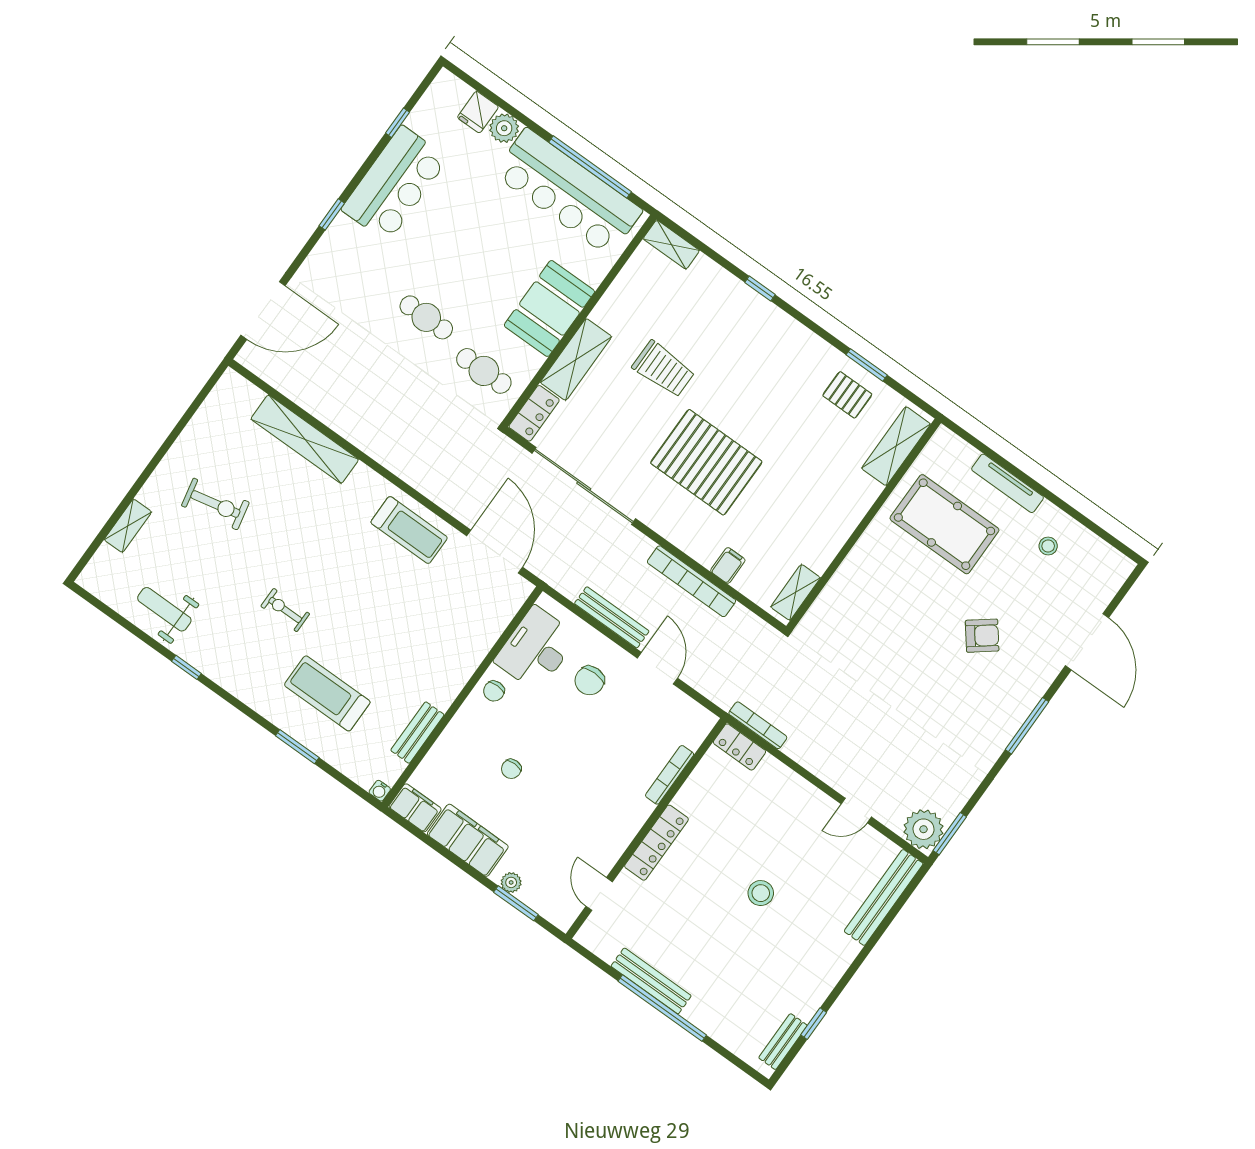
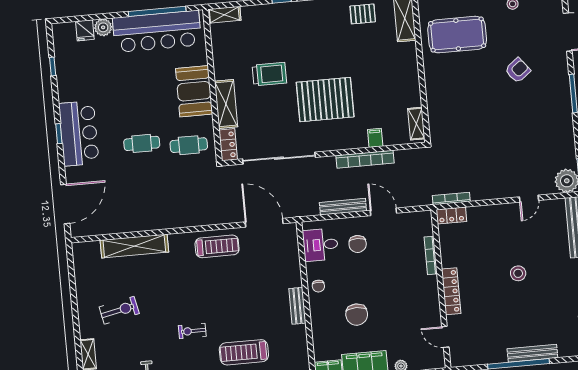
bar counter: (395, 184) -> (79, 133), moved
desk: (536, 649) -> (320, 245), width x0.73
bench: (417, 733) -> (297, 306), moved
chair: (511, 769) -> (357, 315), width x1.87, depth x1.87
bench: (651, 981) -> (532, 353), moved

